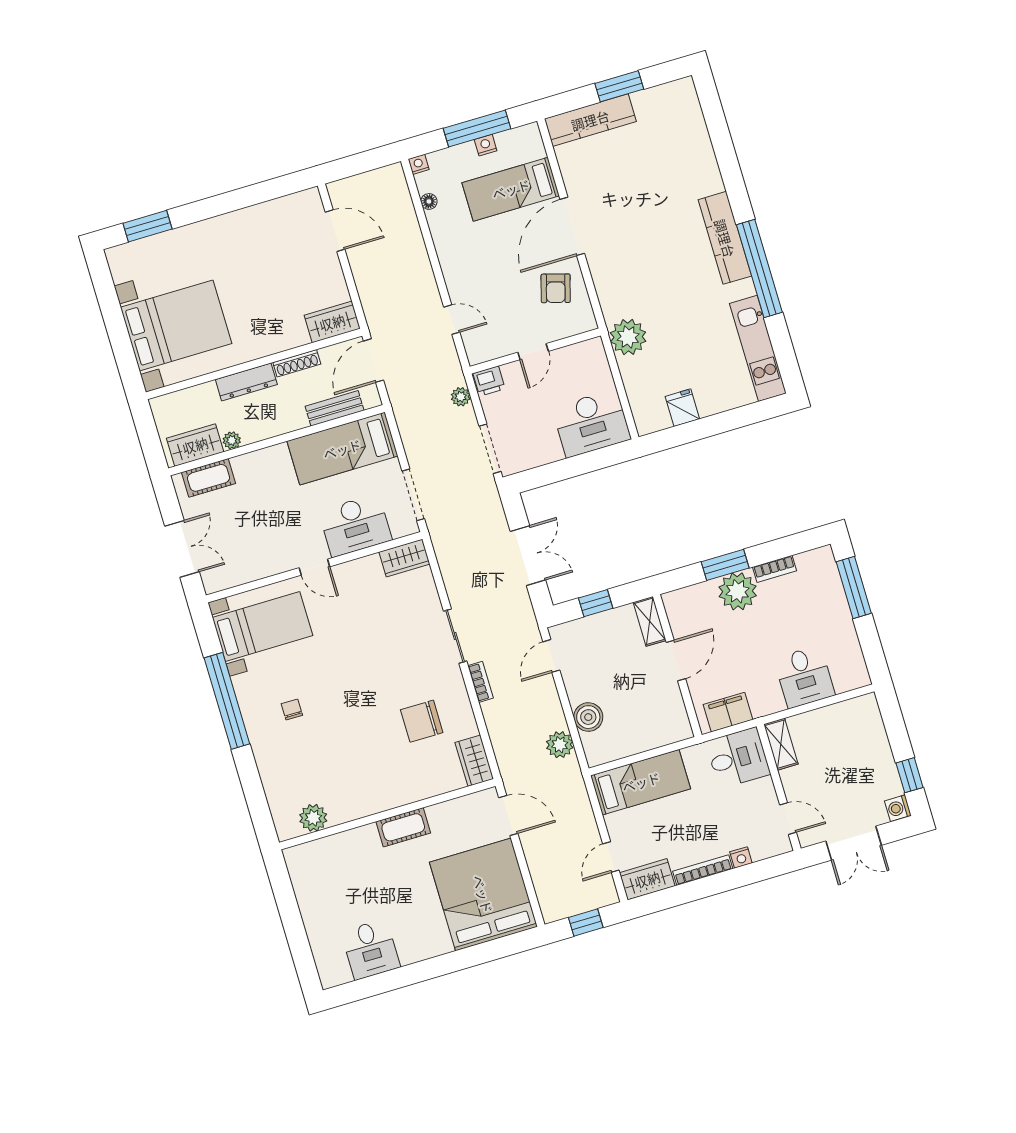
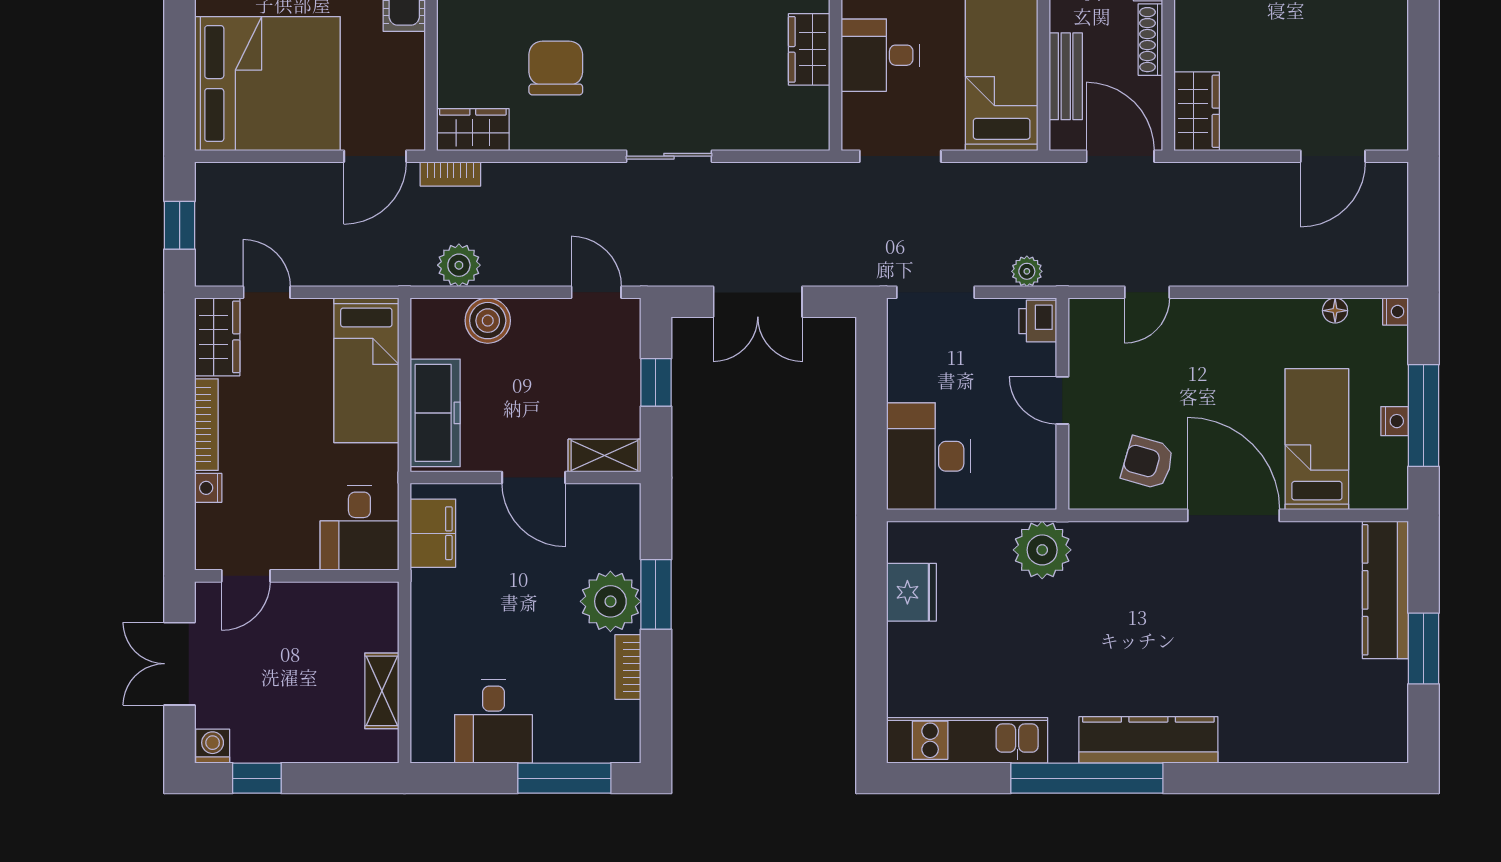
fridge: (682, 408) -> (911, 592), width x1.38
desk: (355, 525) -> (880, 55), width x0.73
wardrobe: (404, 558) -> (809, 49), moved
desk: (804, 677) -> (494, 721), moved, turned -90
bookcase: (480, 682) -> (450, 174), moved
freezer: (654, 732) -> (435, 413), added
shelving: (781, 744) -> (382, 691), moved, turned 90

